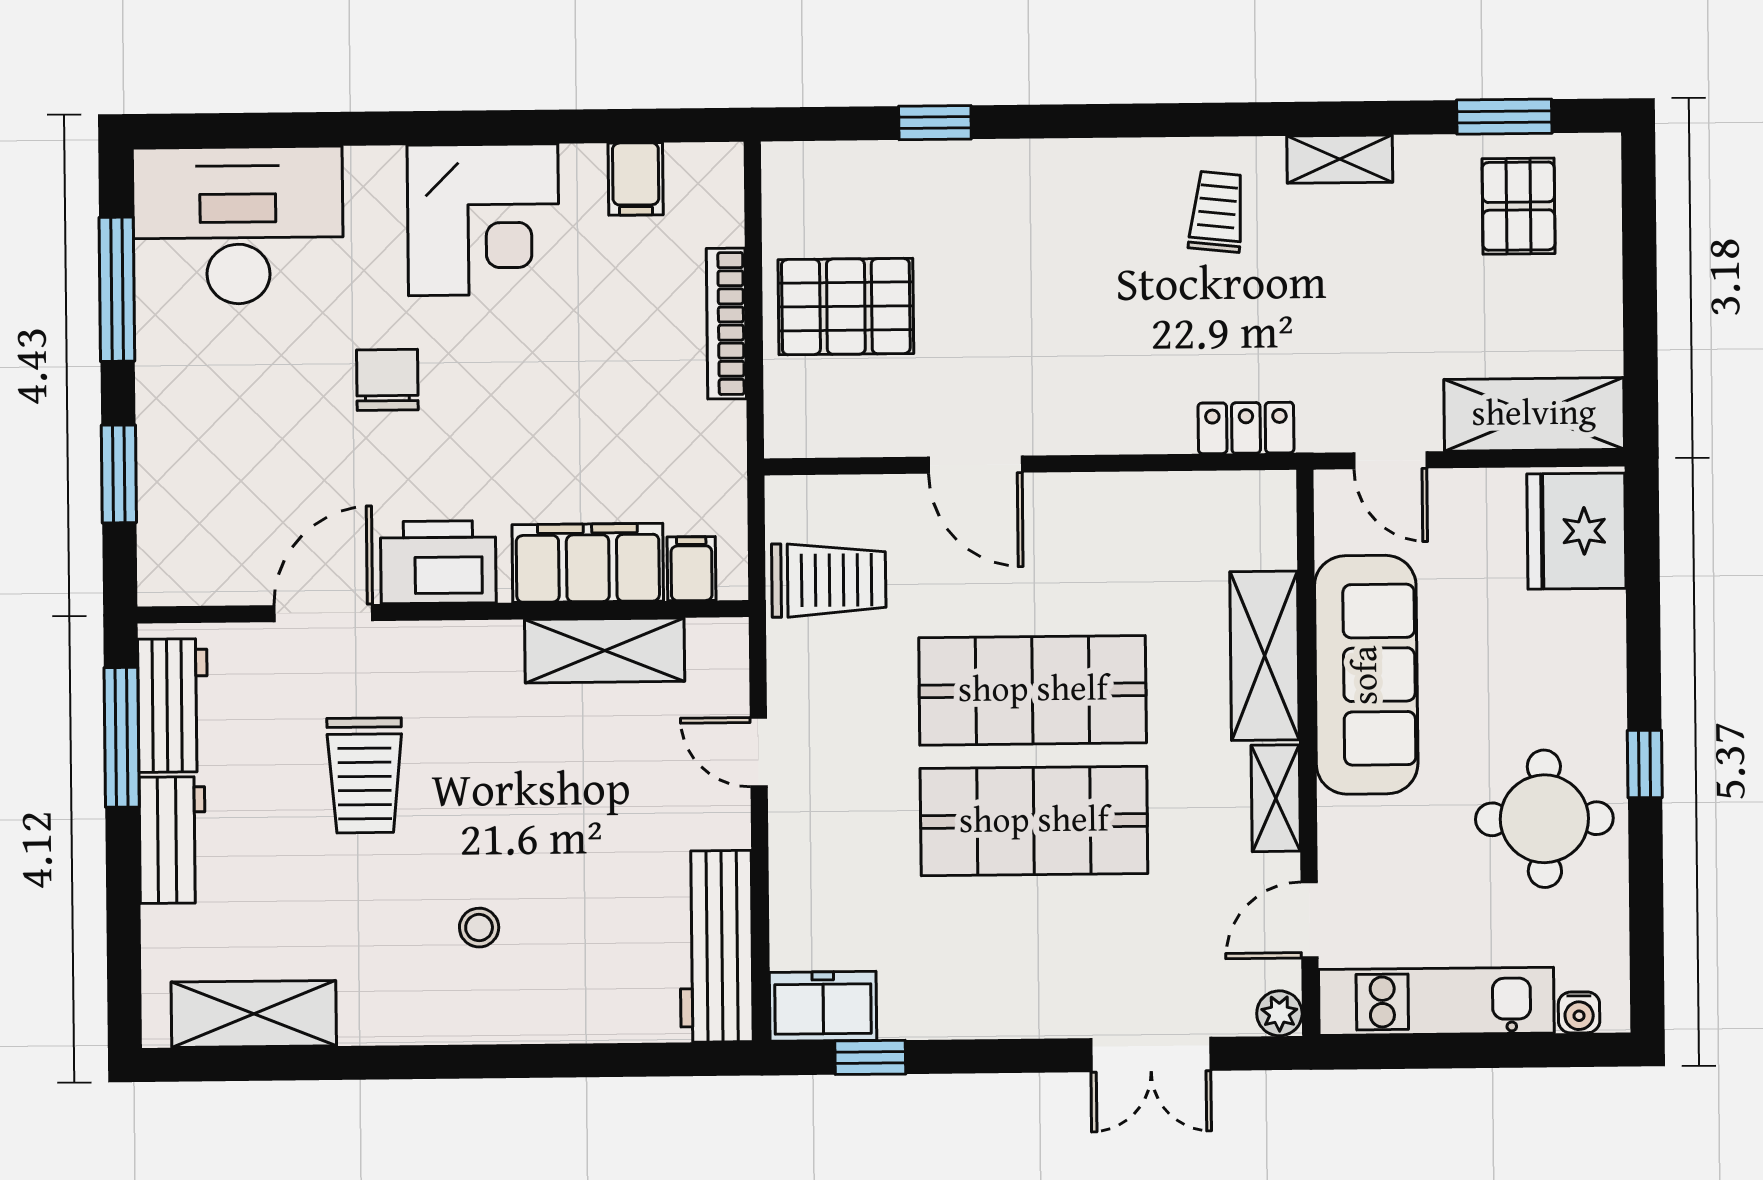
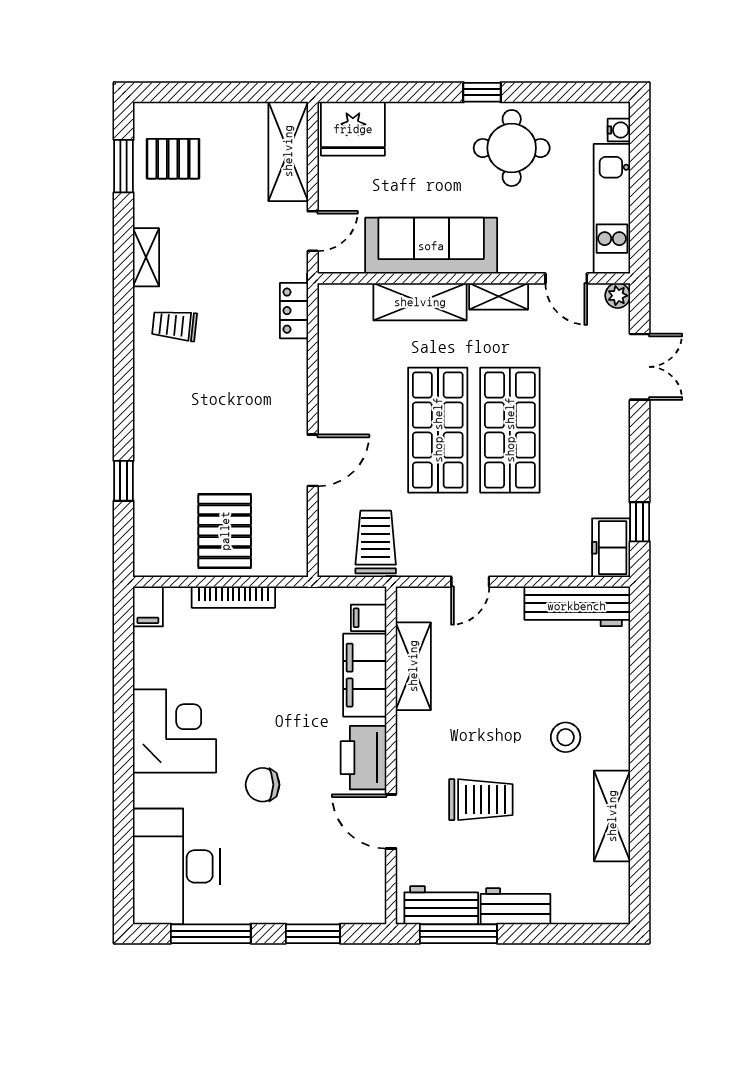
filing cabinet: (636, 179) -> (148, 606), moved, turned 90
stool: (479, 928) -> (566, 737), width x1.37, depth x1.37
shelving: (254, 1014) -> (612, 816), moved

